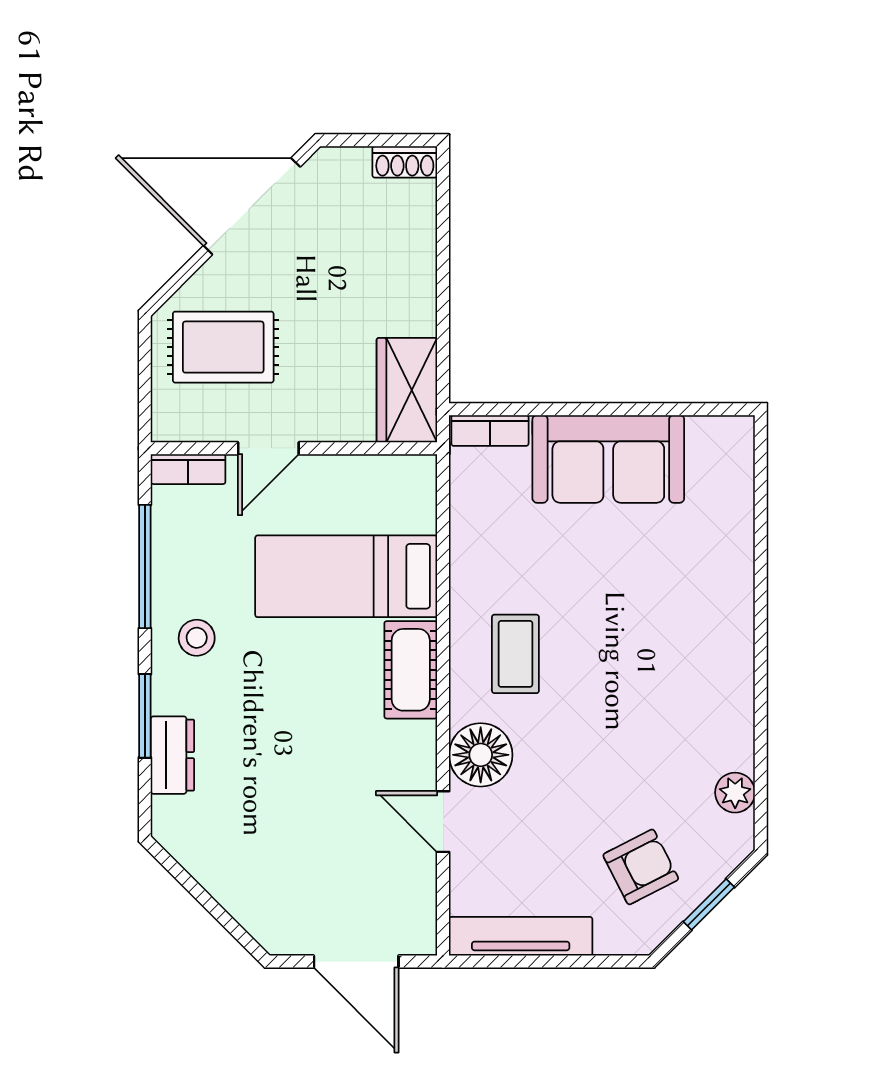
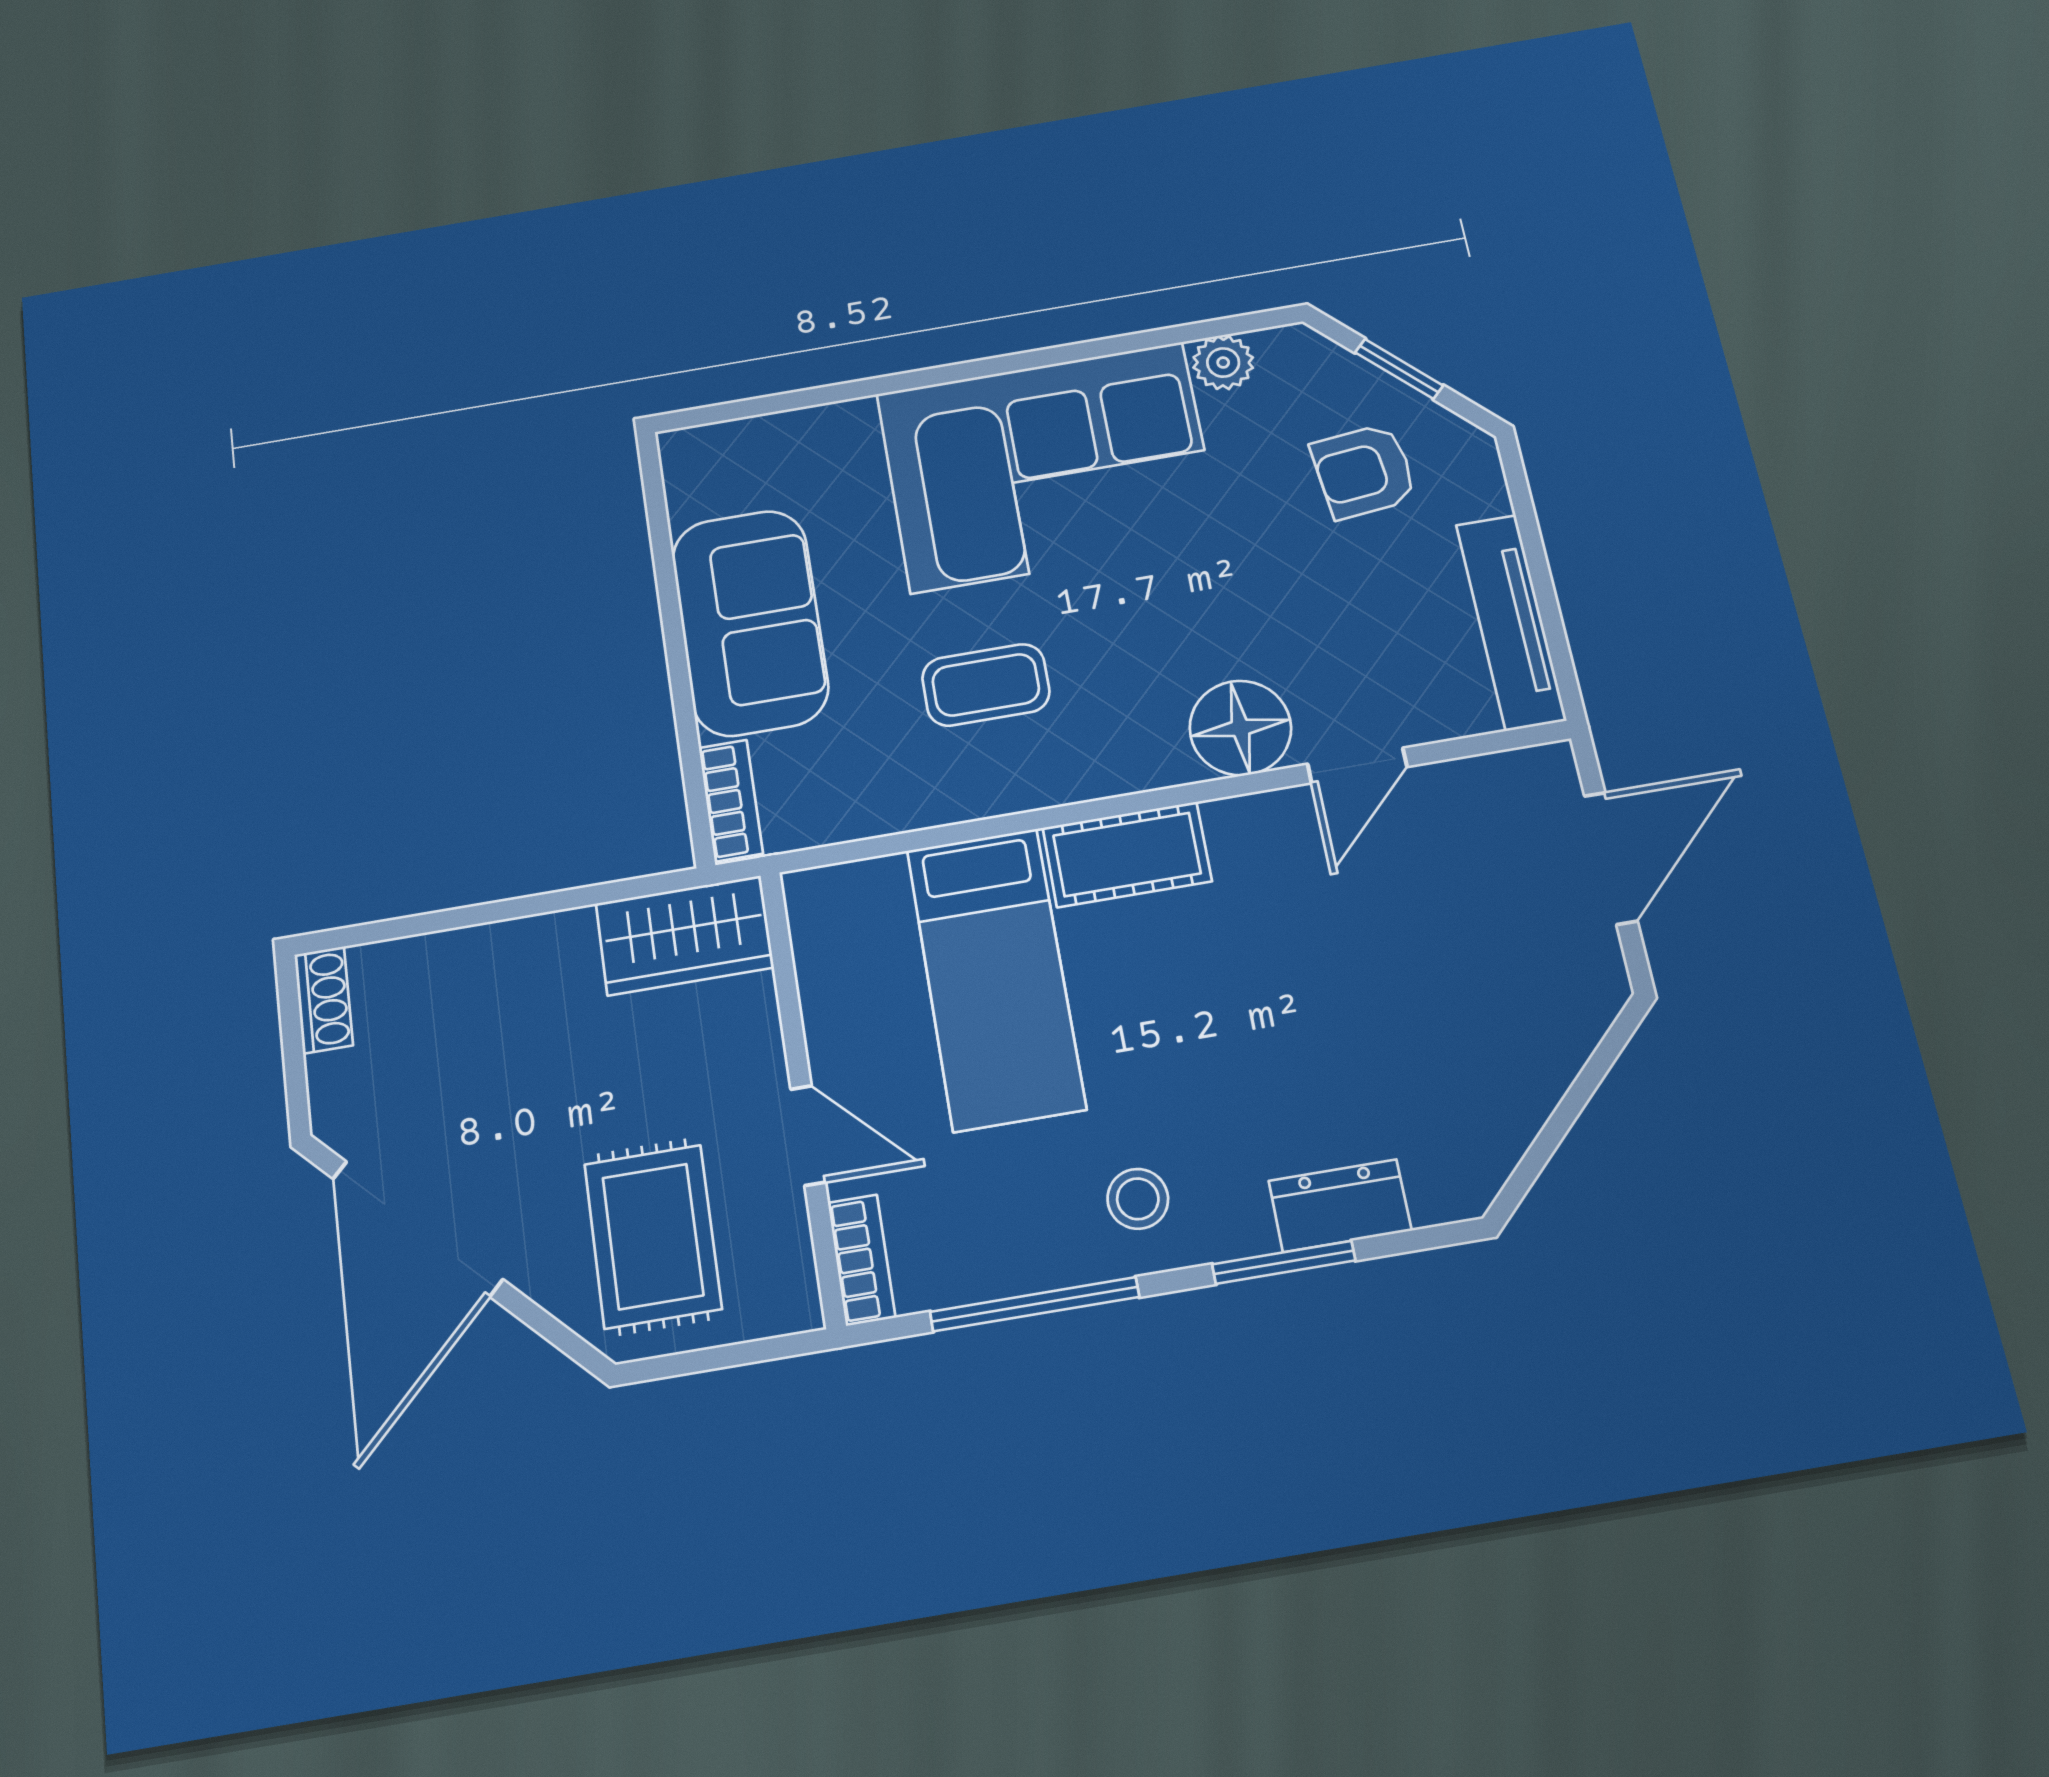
coffee table: (515, 654) -> (986, 685), moved
corner sofa: (682, 666) -> (1048, 467), added
armchair: (641, 867) -> (1364, 471), turned -69

